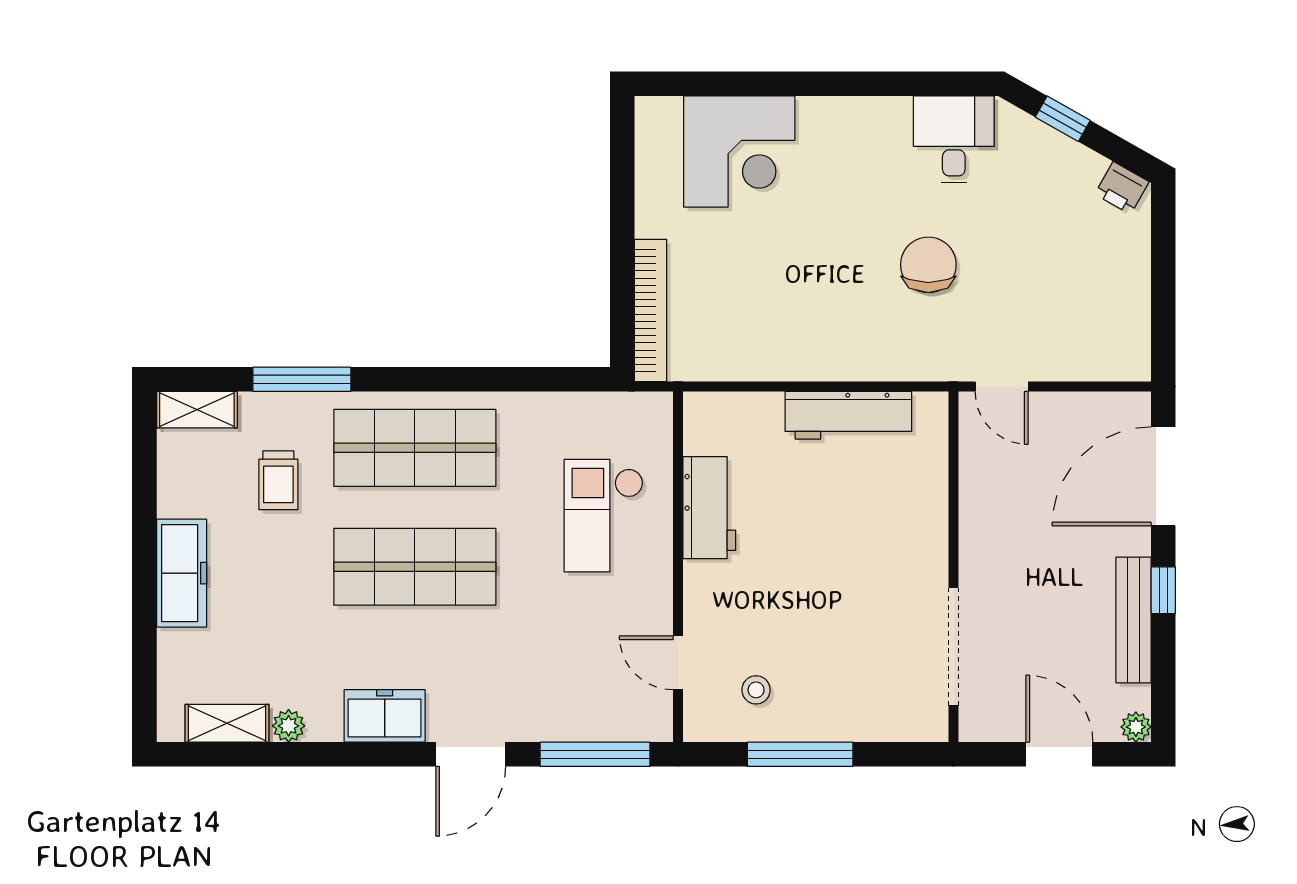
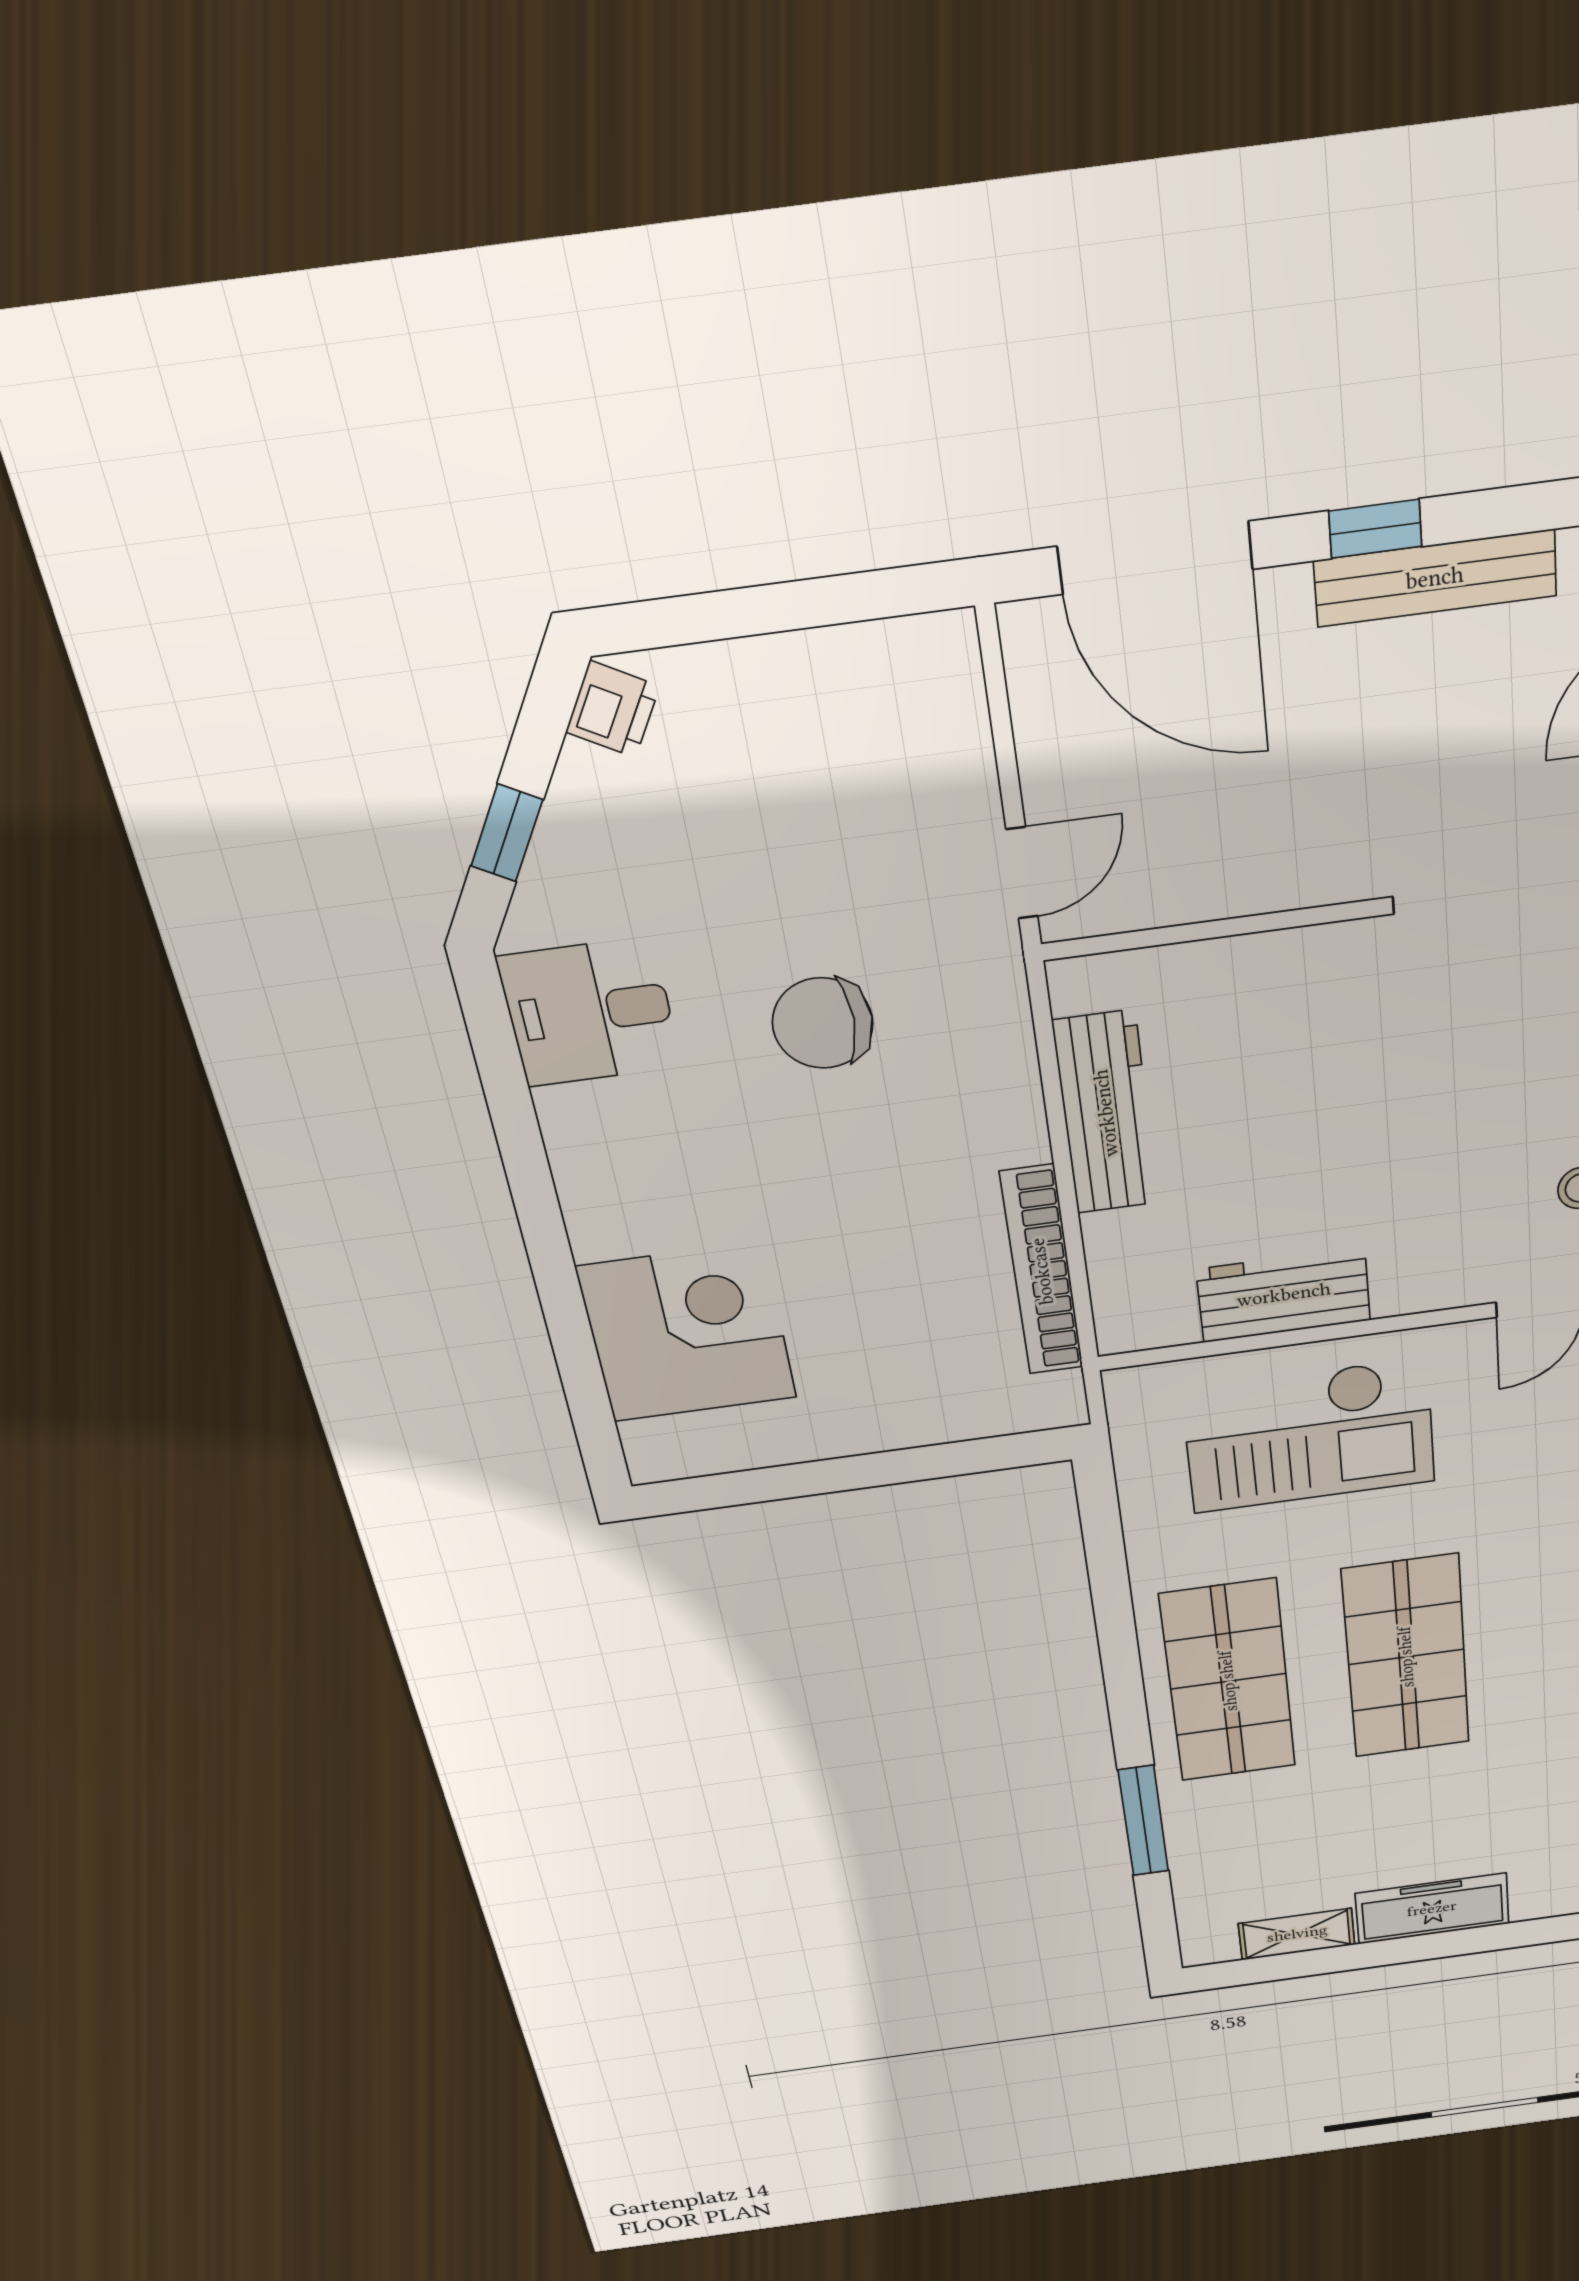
bookcase: (650, 311) -> (1042, 1271), moved, turned -90
shelving: (197, 410) -> (1297, 1934), moved, turned 90
trolley: (278, 480) -> (1292, 1826), removed
checkout: (604, 516) -> (1309, 1436), width x1.36, depth x1.21

